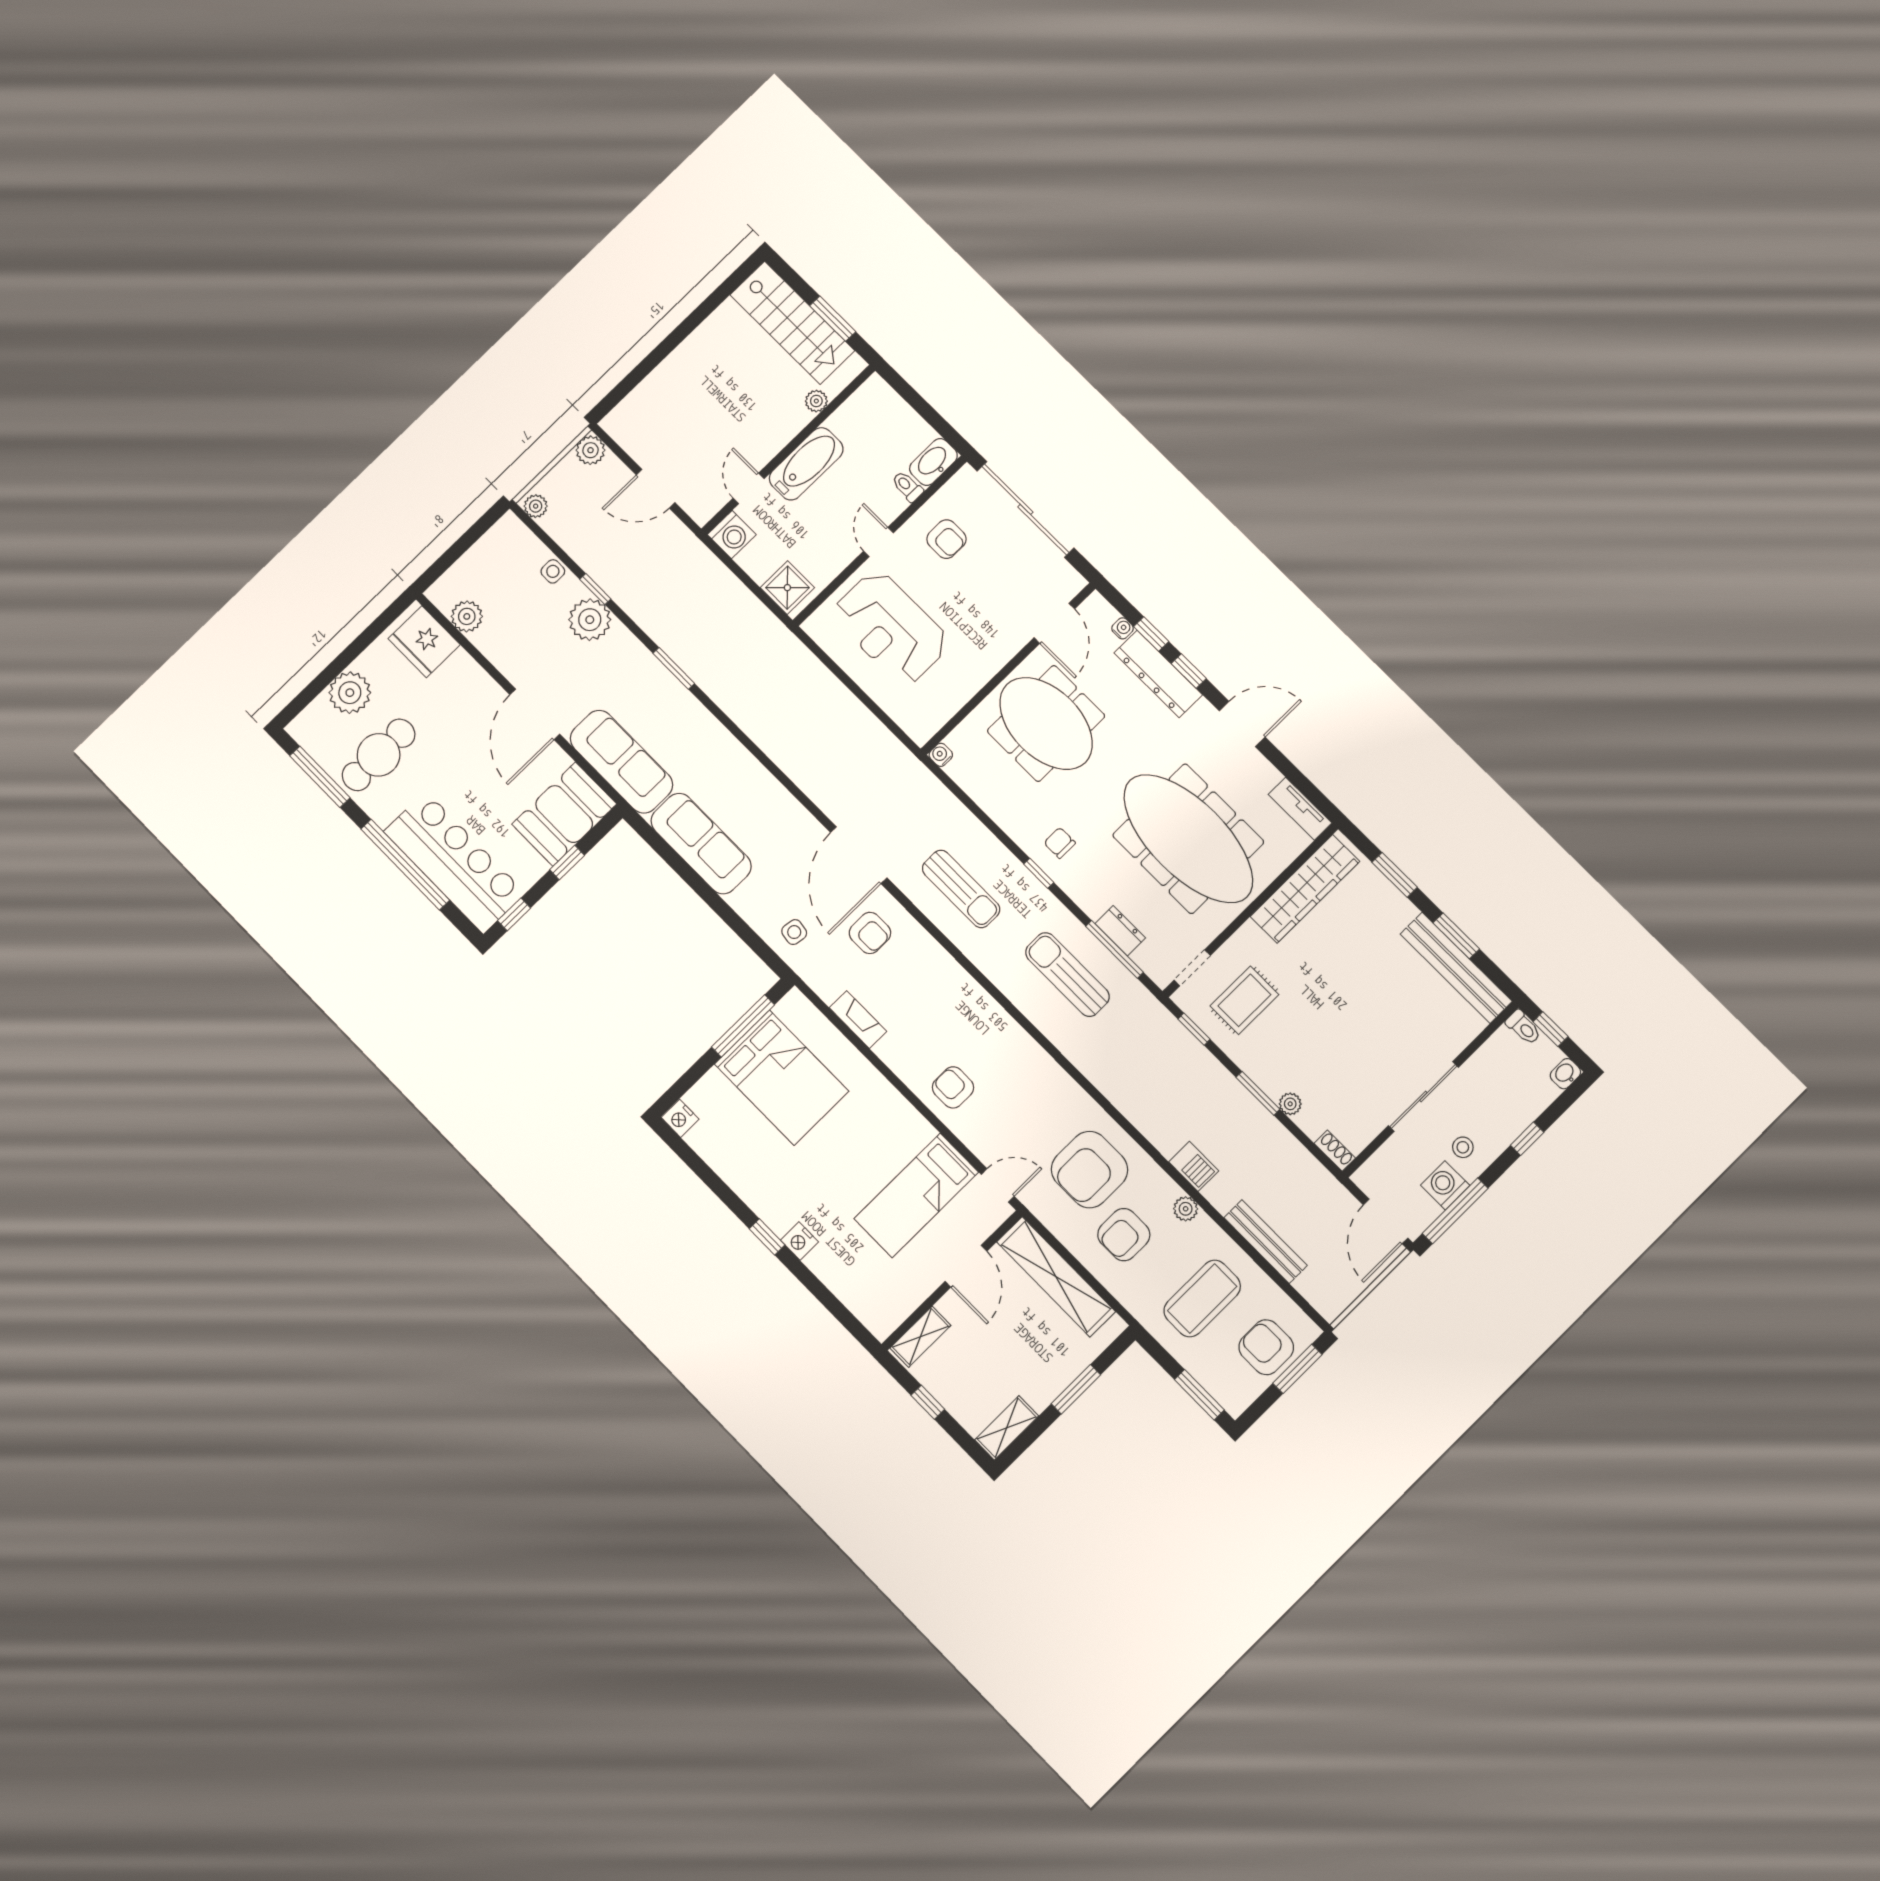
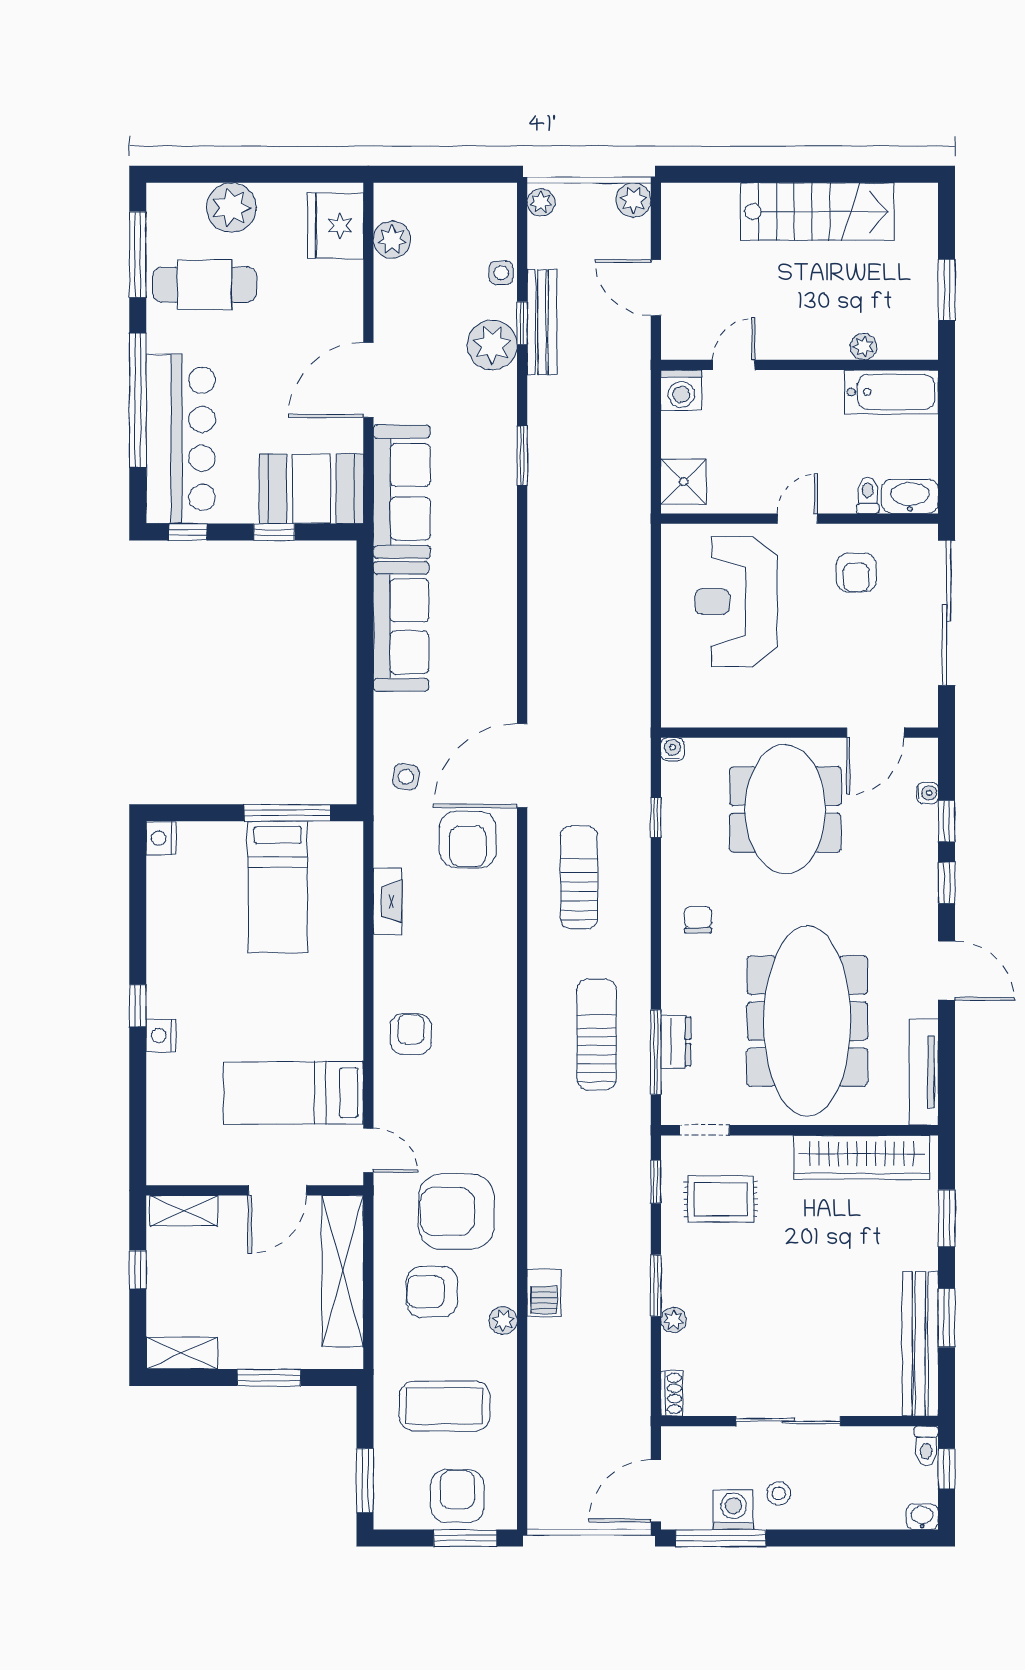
stairs: (792, 323) -> (817, 212), moved, turned -90
bathtub: (806, 464) -> (891, 392), moved
dresser: (1158, 674) -> (919, 860), removed
tv unit: (1300, 809) -> (924, 1072), width x1.41
window: (1039, 873) -> (656, 817), moved
sun lounger: (961, 889) -> (579, 877), turned 180
armchair: (870, 933) -> (468, 839), width x1.38, depth x1.38
bed: (782, 1078) -> (278, 887), width x0.67
window: (1527, 1139) -> (838, 1538), removed
bench: (1266, 1242) -> (542, 322), moved

